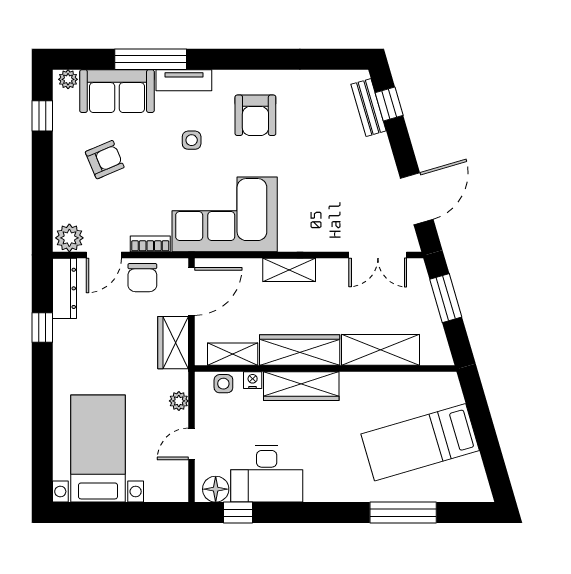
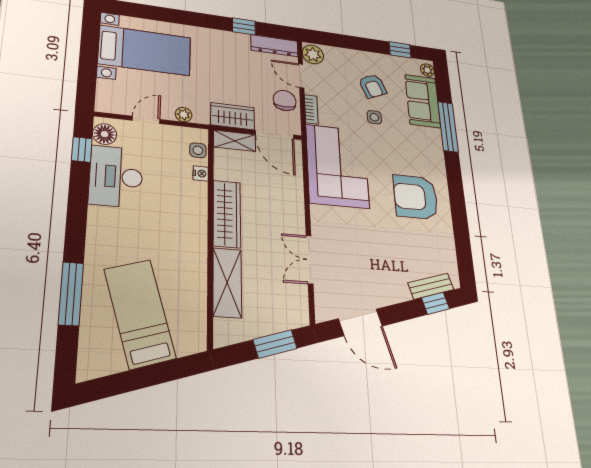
tv unit: (184, 80) -> (436, 148), removed
armchair: (255, 115) -> (416, 197), width x1.36, depth x1.36
side table: (192, 140) -> (374, 117), moved
double door: (378, 255) -> (310, 260), moved
shelving: (289, 270) -> (295, 212), removed
chair: (142, 278) -> (285, 100), turned 90
shelving: (233, 354) -> (235, 141), moved, turned 90
wardrobe: (301, 386) -> (195, 212), removed
door: (191, 444) -> (146, 120), hinge flipped

